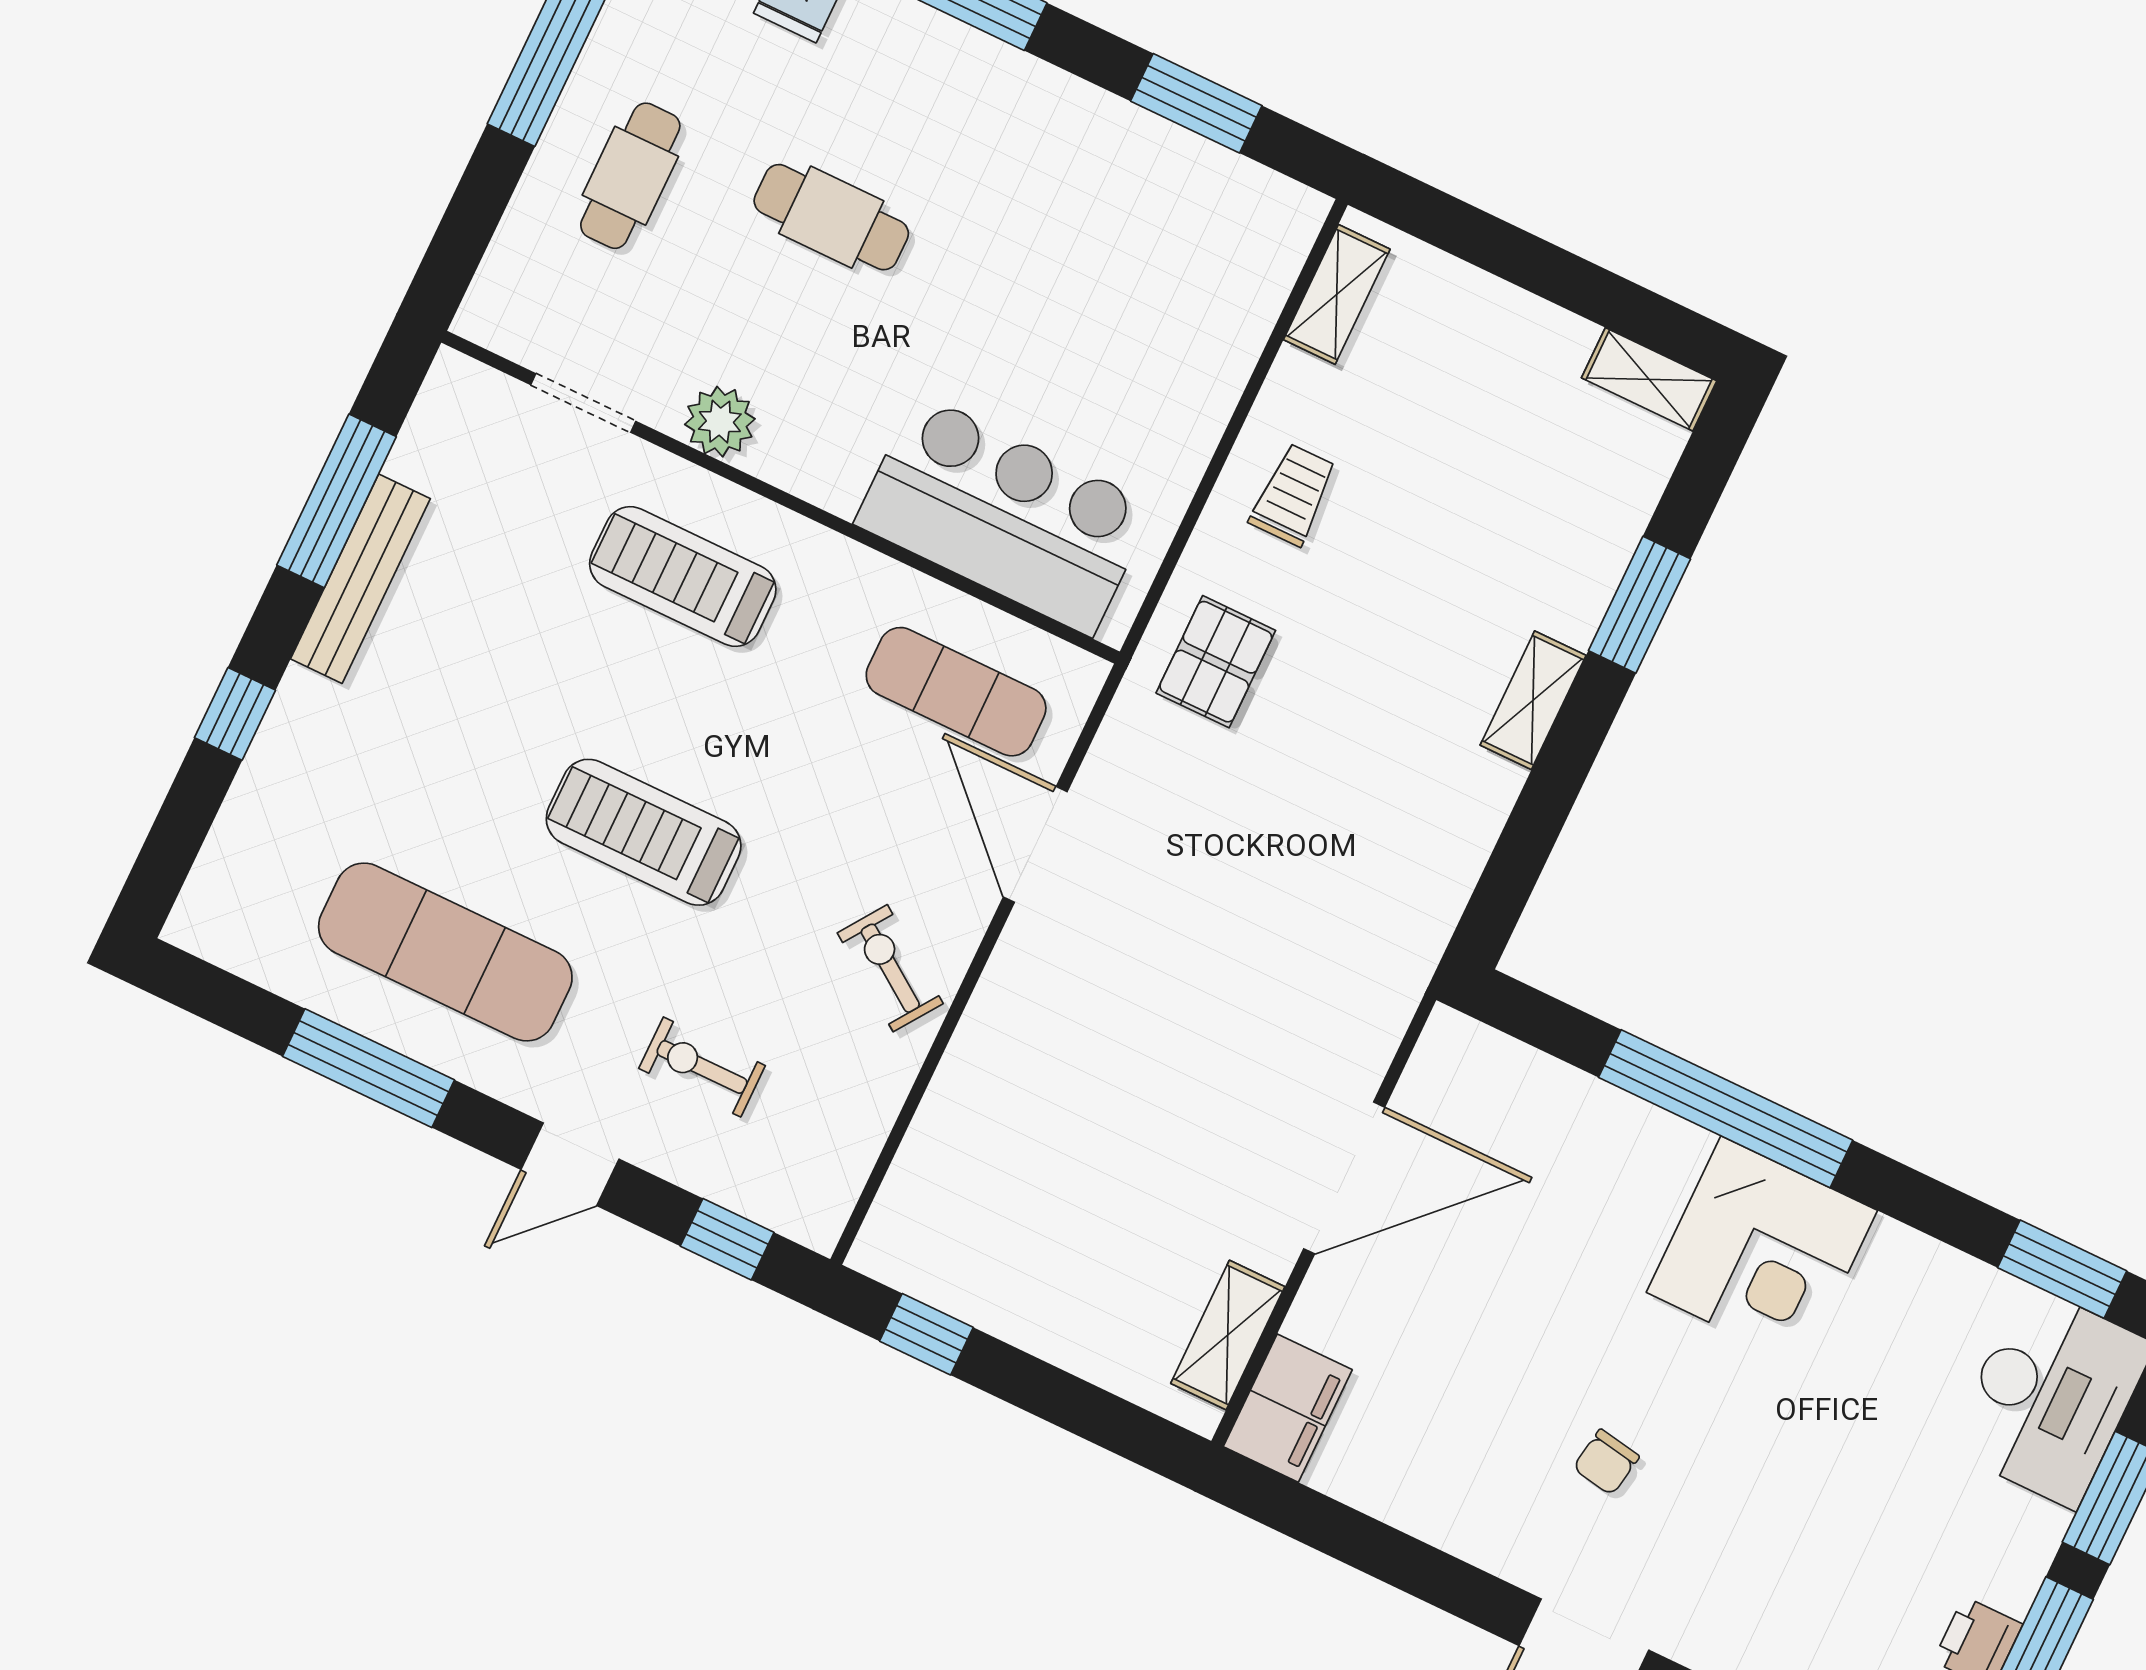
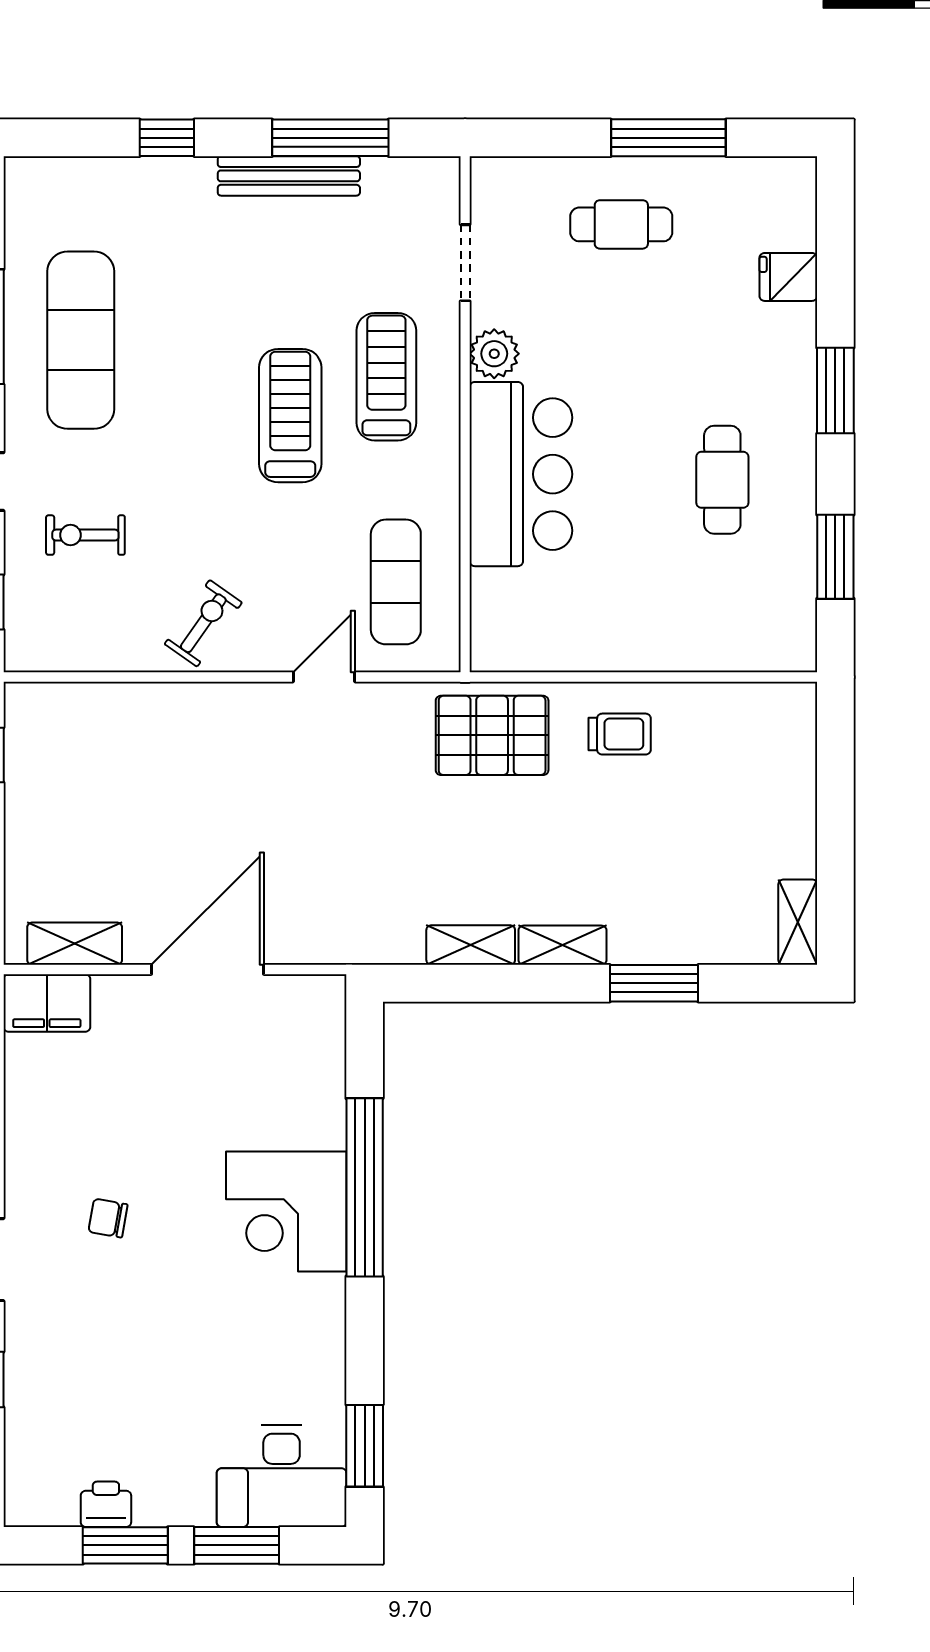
cafe table: (831, 217) -> (722, 480), moved
shelving: (1337, 294) -> (471, 945), moved
bar counter: (1004, 515) -> (521, 474), moved
pallet: (1216, 662) -> (492, 735), width x1.50, depth x1.42
treadmill: (644, 832) -> (290, 416), moved
door: (1035, 844) -> (324, 677), width x0.73
exercise bike: (702, 1067) -> (85, 535), turned -90
door: (1344, 1178) -> (208, 970), swing flipped
corner desk: (1762, 1251) -> (286, 1211), moved

